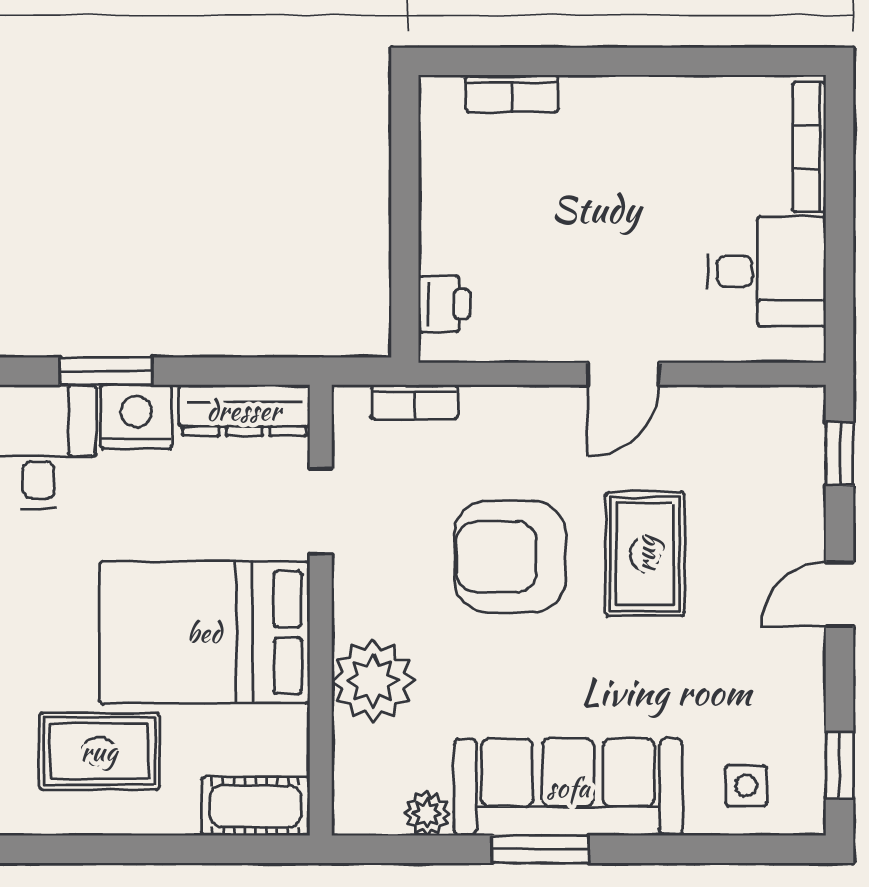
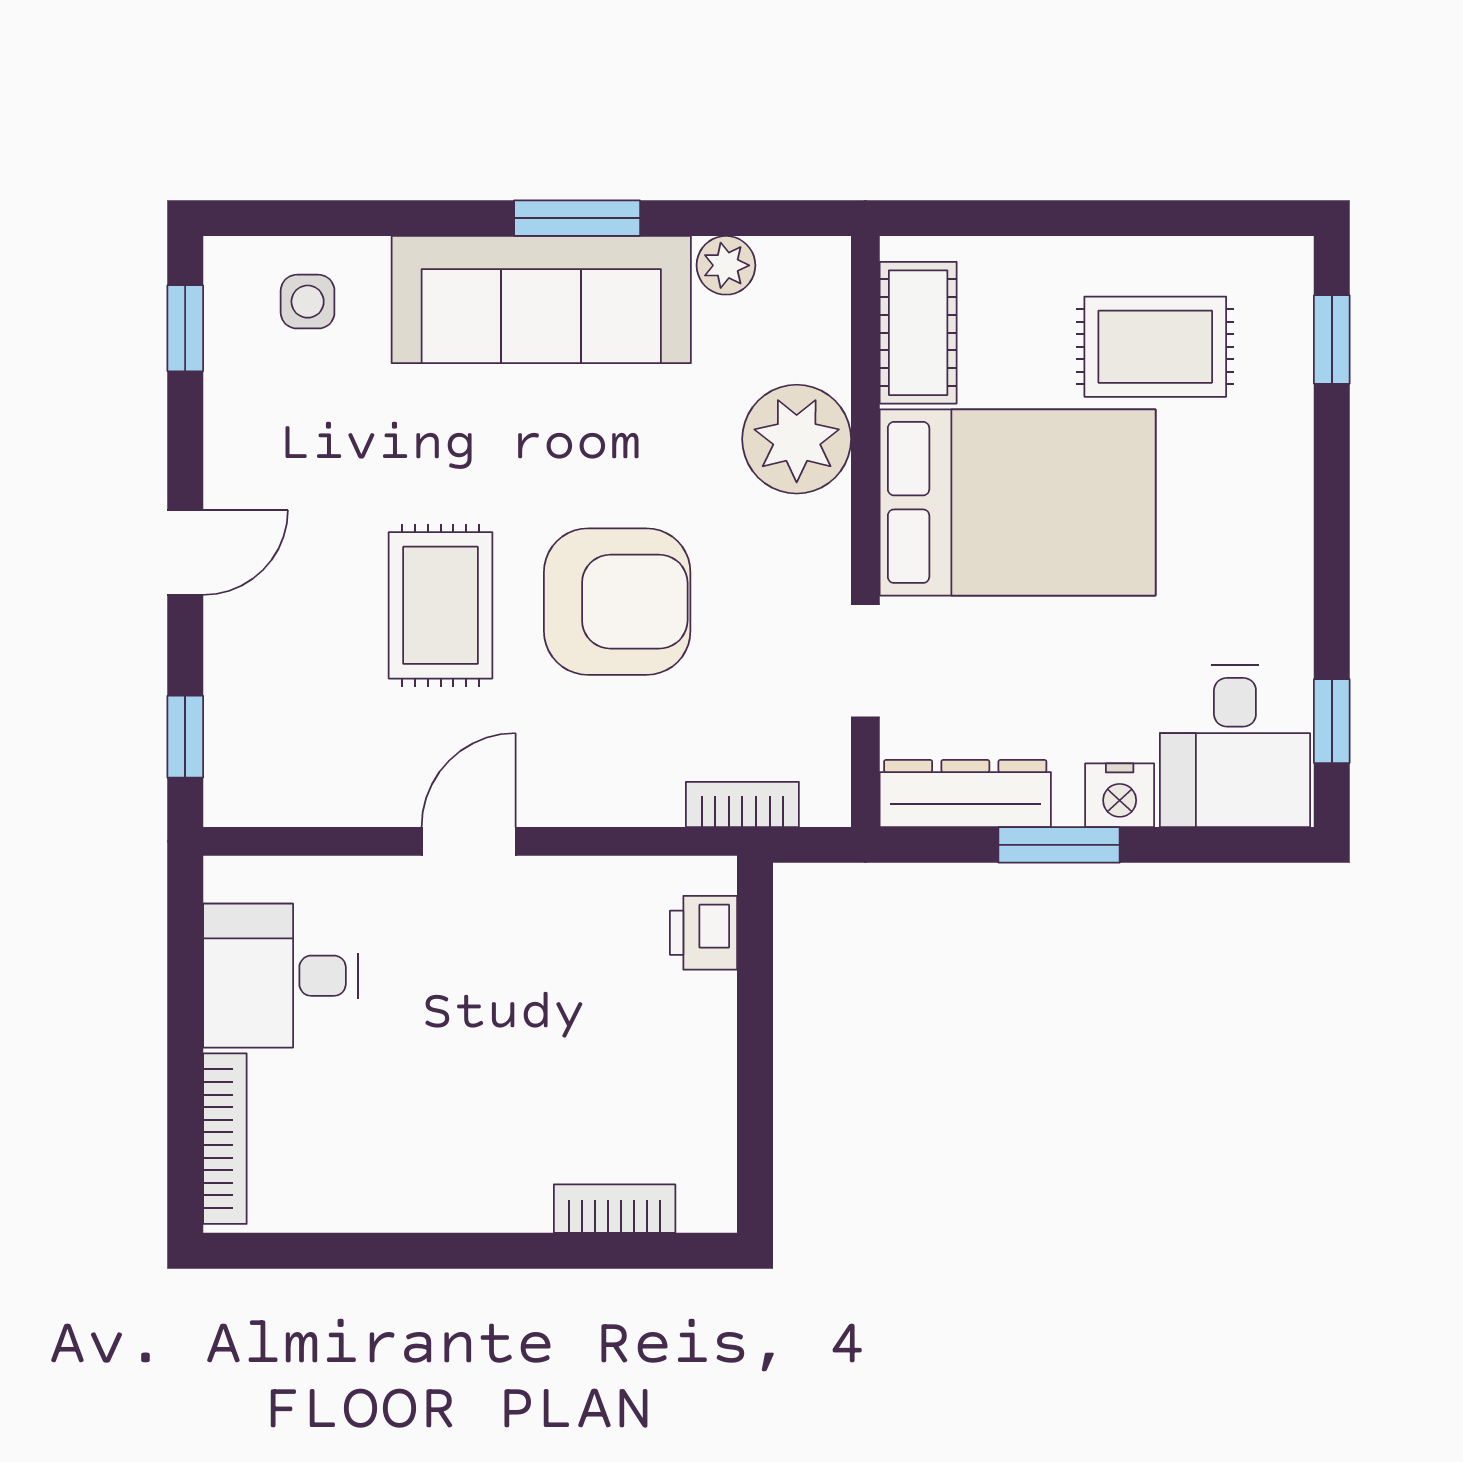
window: (106, 371) -> (1059, 845), moved
nightstand: (136, 417) -> (1120, 795), width x0.74, depth x0.75
cot: (256, 806) -> (918, 333), moved, turned 90

